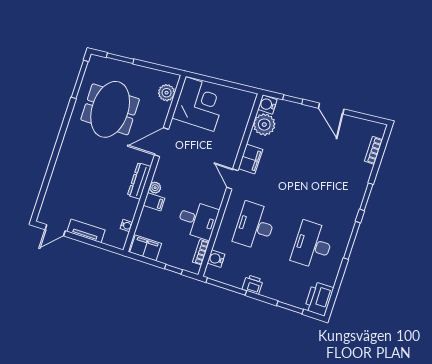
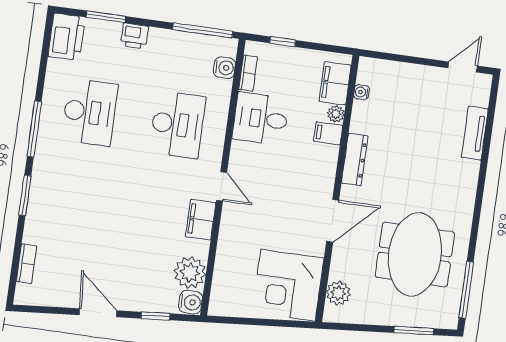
plant: (155, 188) -> (336, 114), moved
tv unit: (86, 231) -> (475, 133), moved, turned 90
filing cabinet: (146, 248) -> (335, 83), moved, turned 90
printer: (253, 284) -> (135, 36), moved

